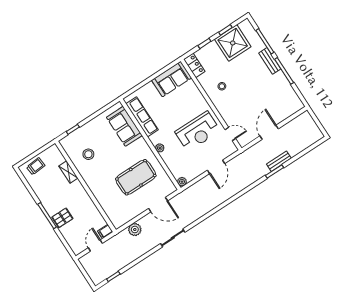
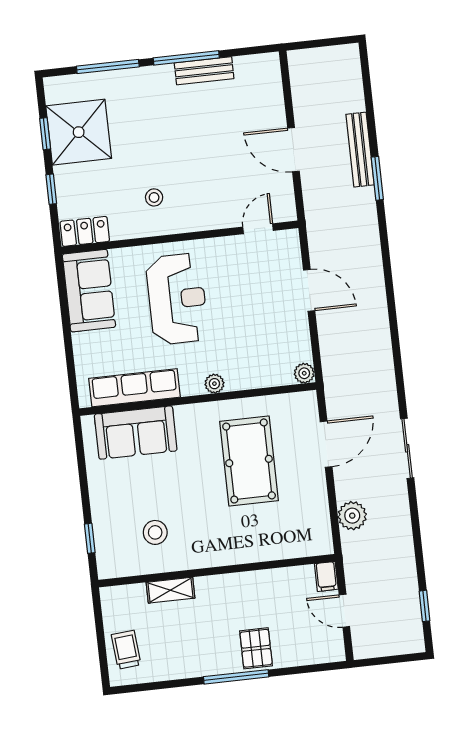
bench: (270, 61) -> (204, 71), moved
reception desk: (198, 131) -> (177, 299), moved
bench: (279, 161) -> (360, 150), width x1.36

